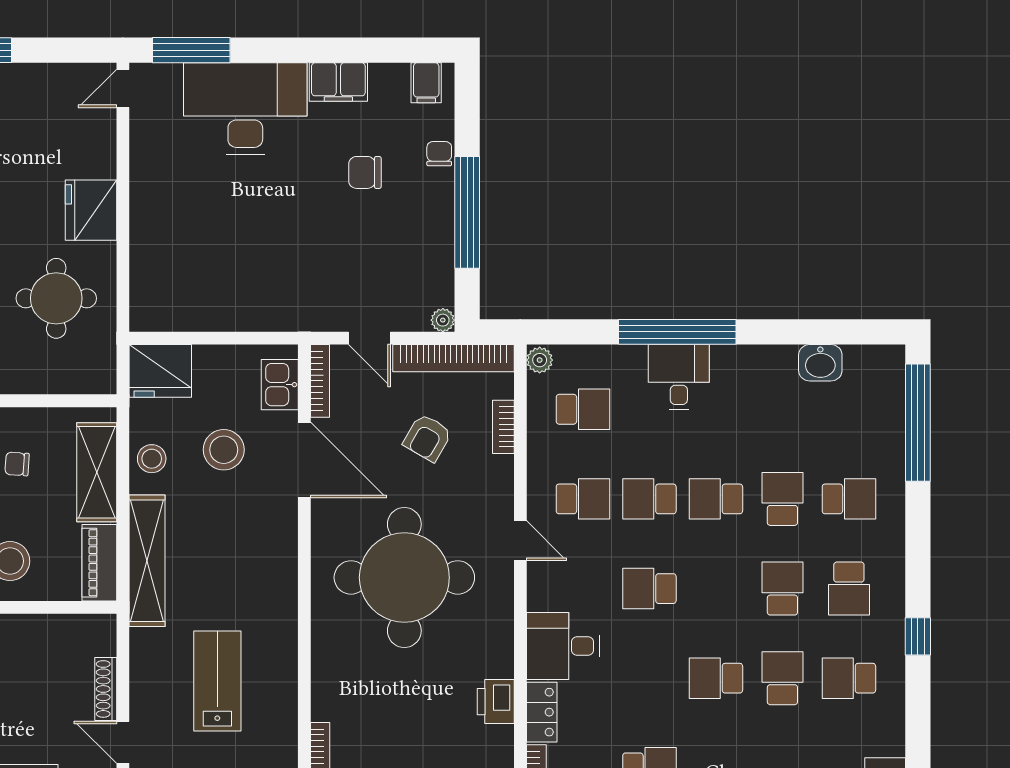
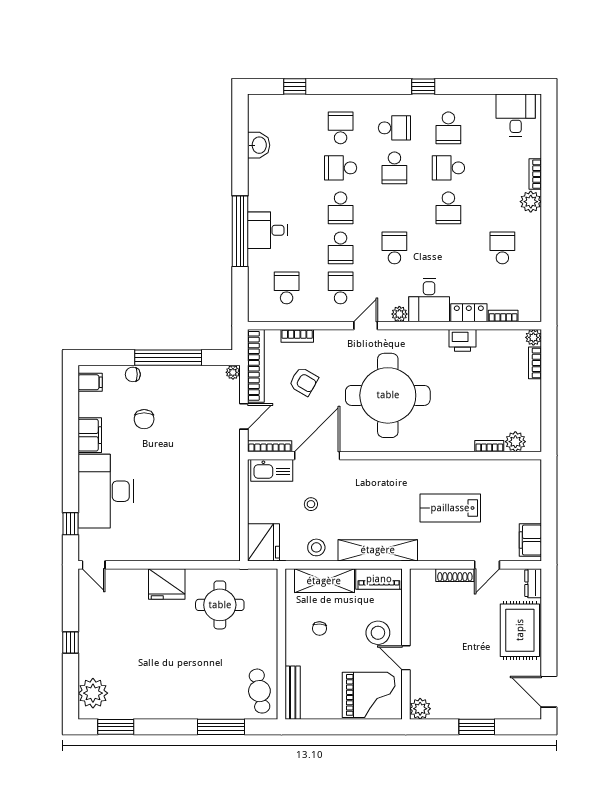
window: (191, 50) -> (70, 524), width x0.46
plant: (540, 360) -> (399, 314), moved
kitchen sink: (280, 385) -> (272, 470), width x1.38
window: (918, 423) -> (295, 86), width x0.32
stool: (224, 450) -> (311, 504), width x0.53, depth x0.53
school desk: (649, 589) -> (394, 248), turned 180
school desk: (782, 589) -> (394, 168), turned -90

